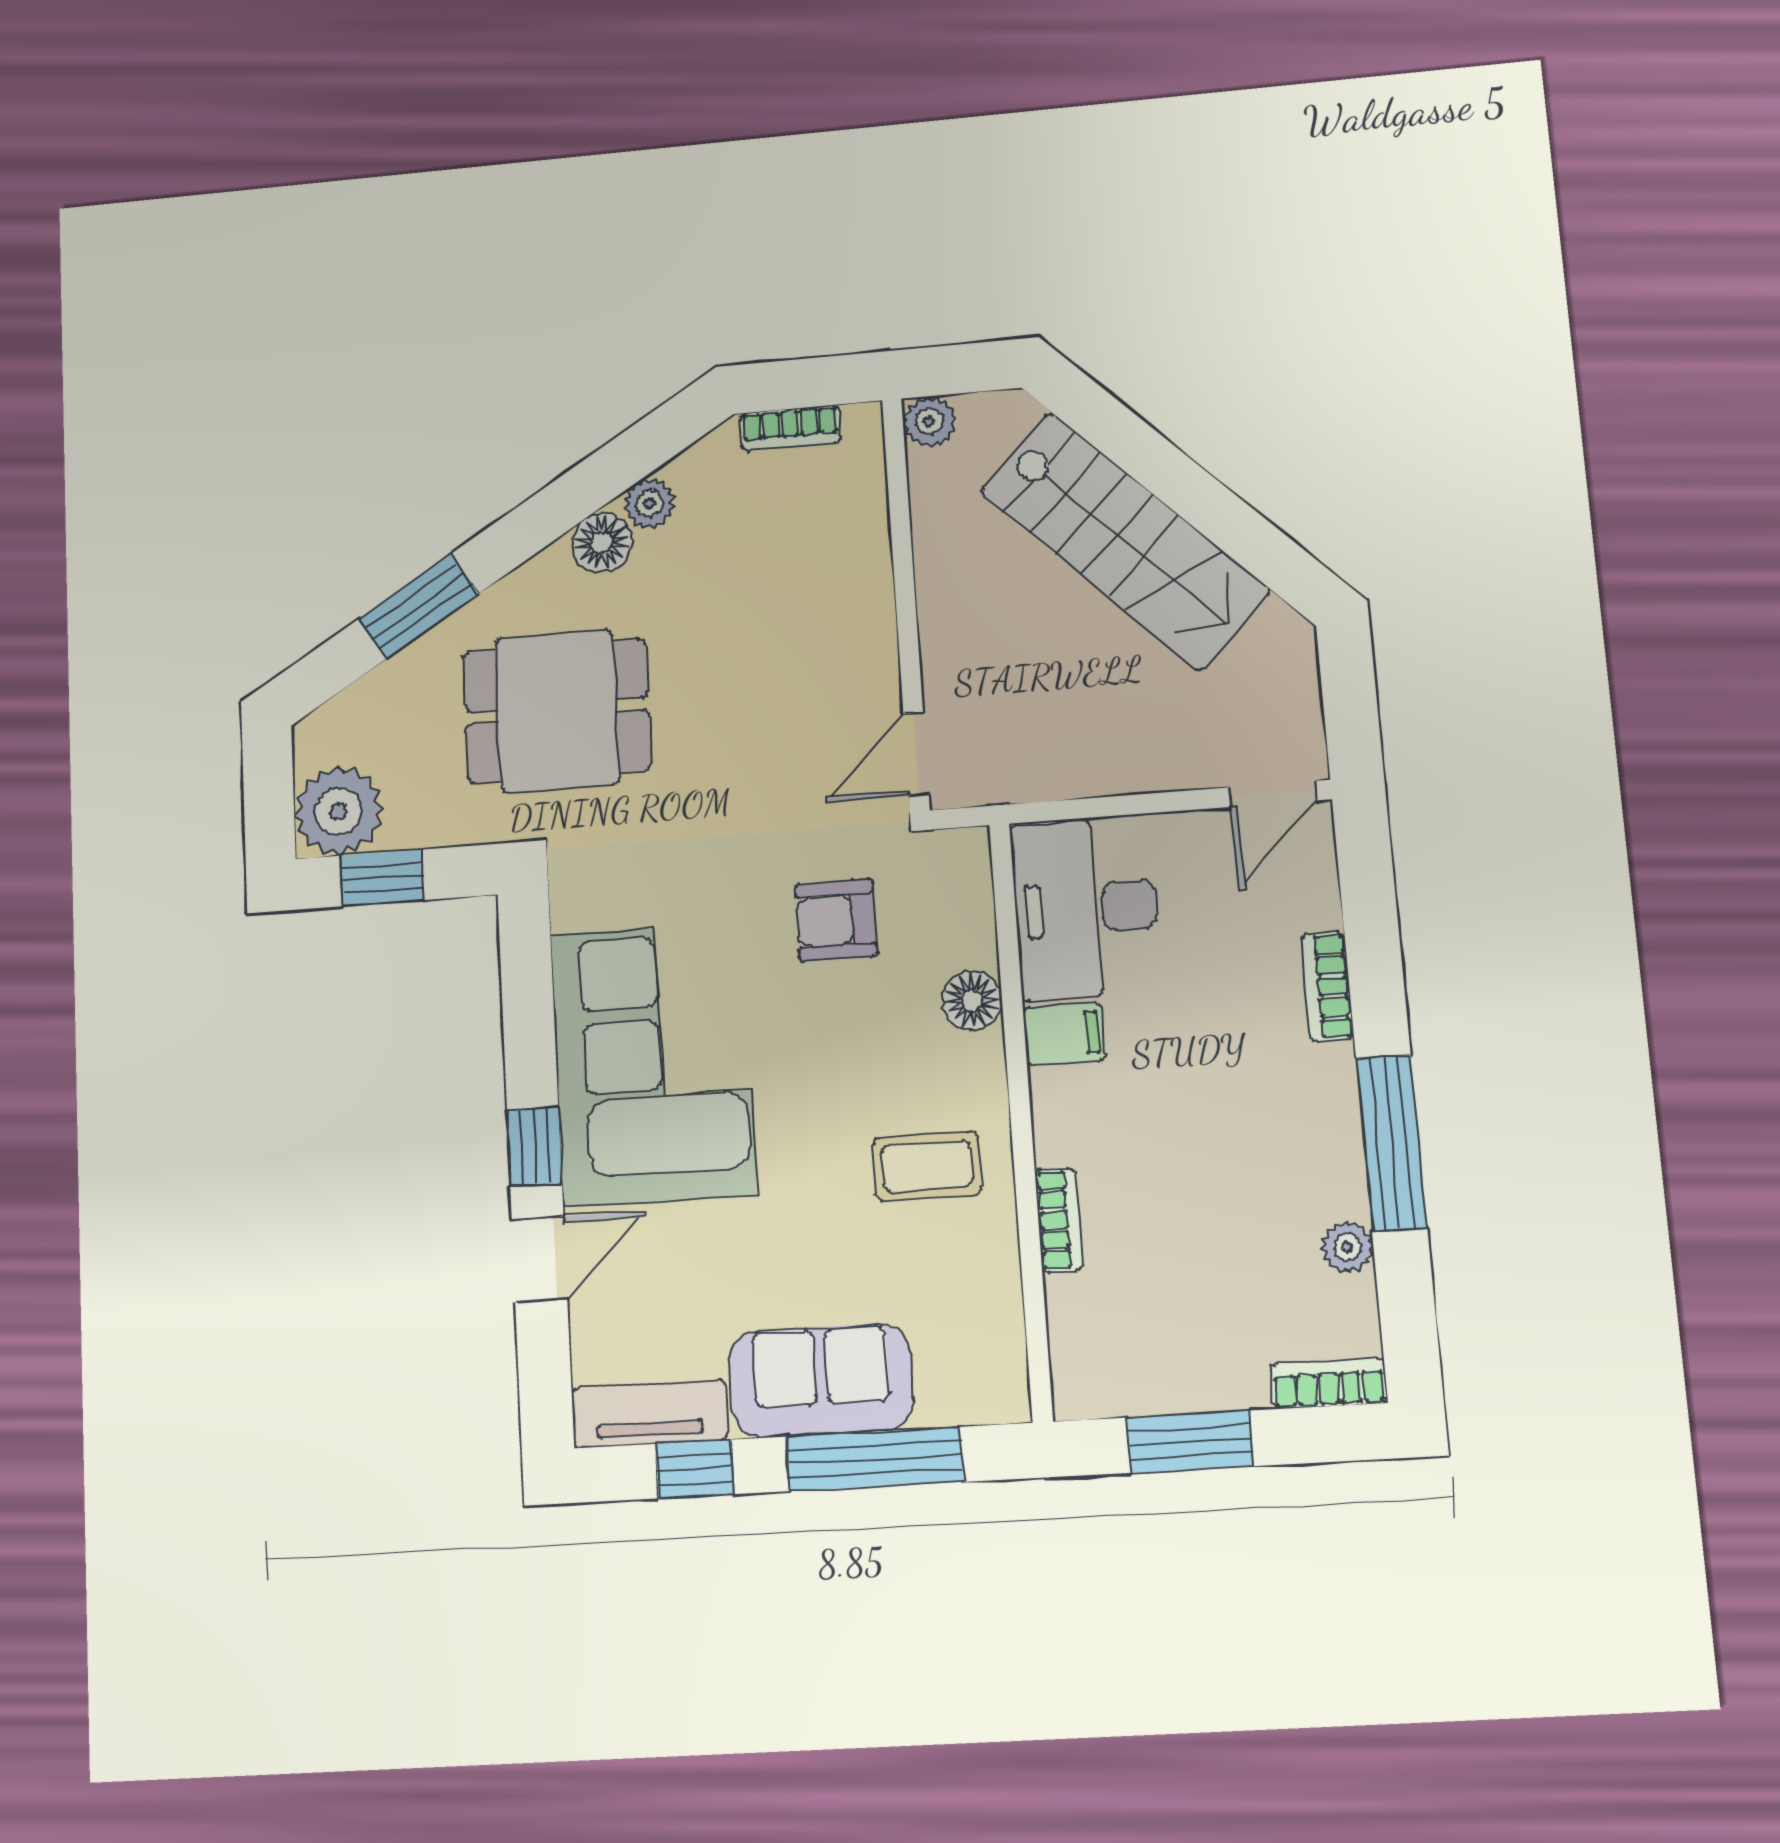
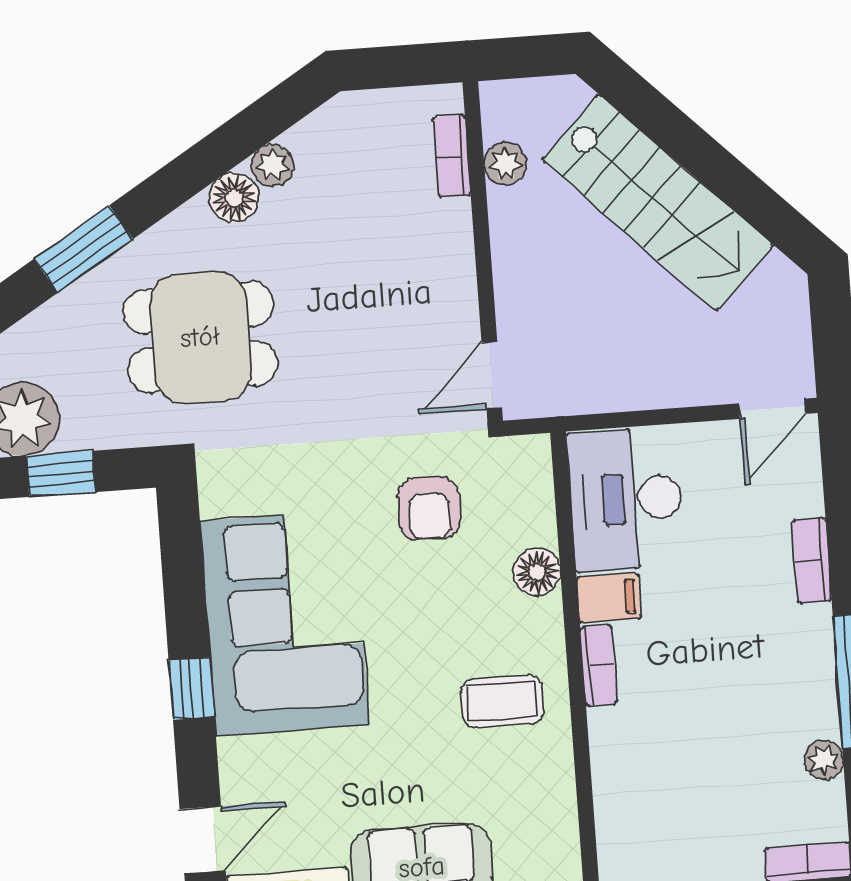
plant: (929, 422) -> (505, 163), moved
bookcase: (790, 428) -> (452, 156), moved, turned 90
armchair: (836, 920) -> (429, 508), turned -90
bookcase: (1059, 1220) -> (599, 665), moved
door: (539, 1259) -> (203, 840), moved

